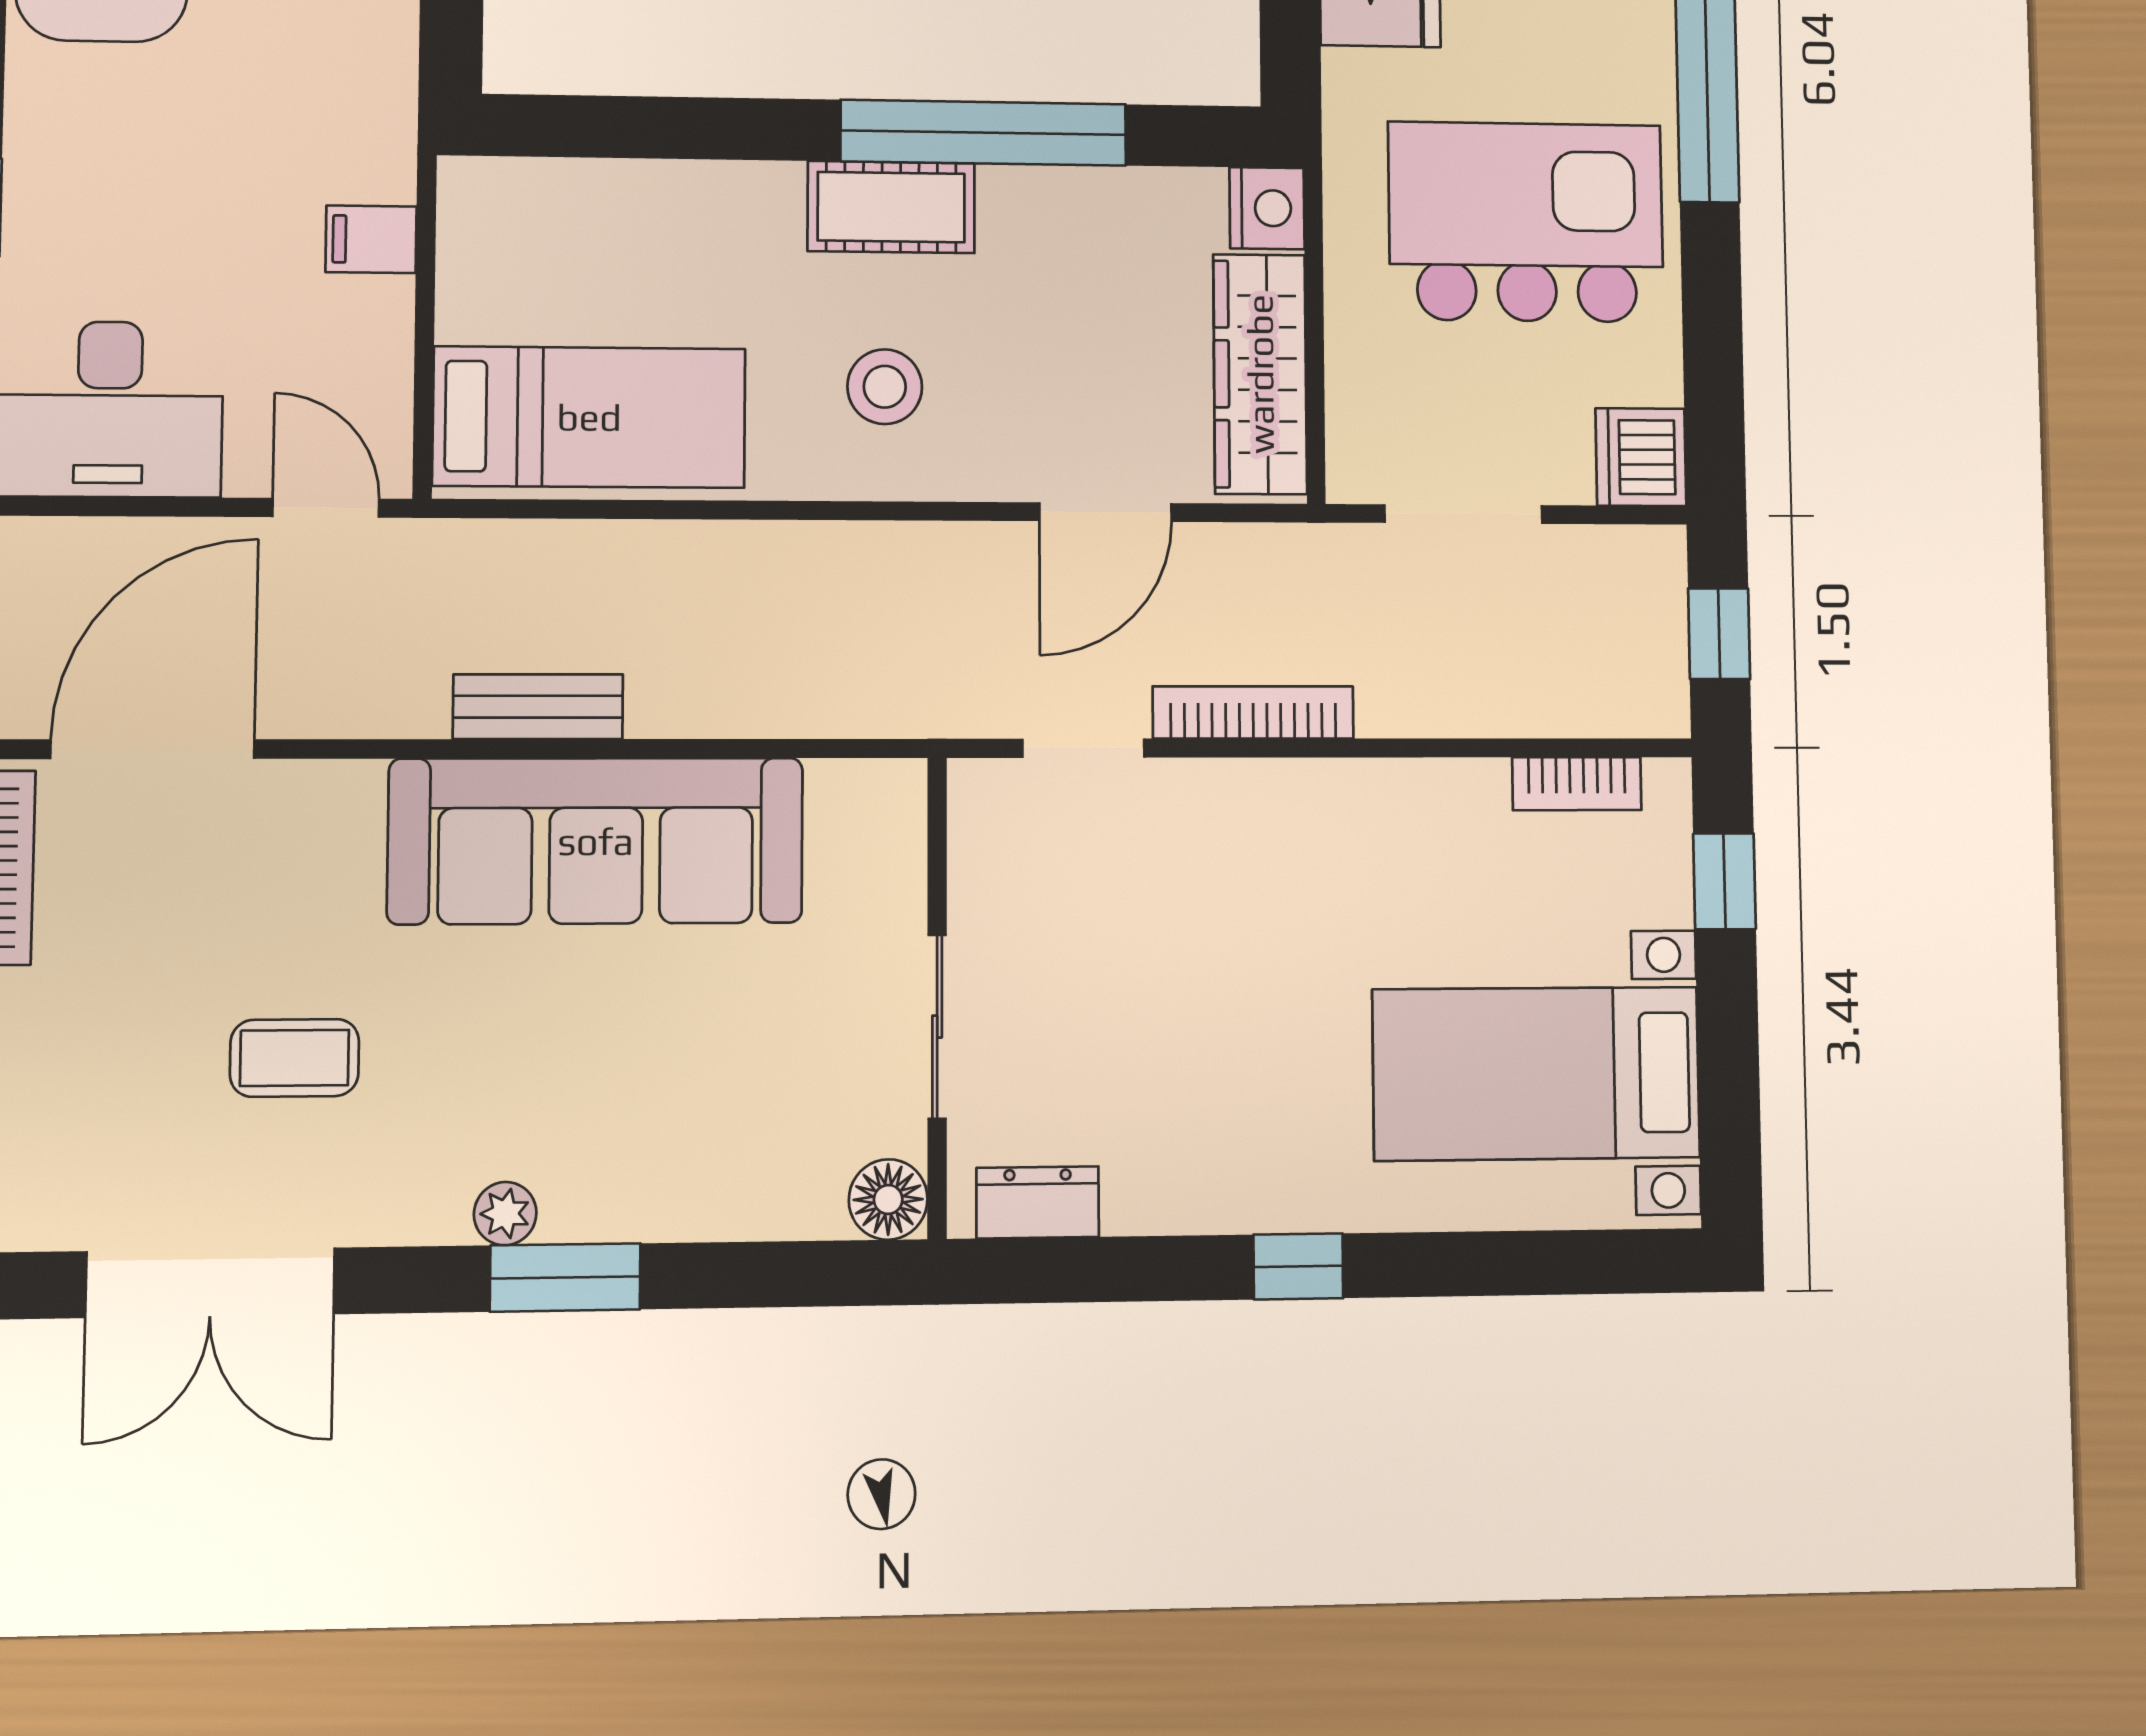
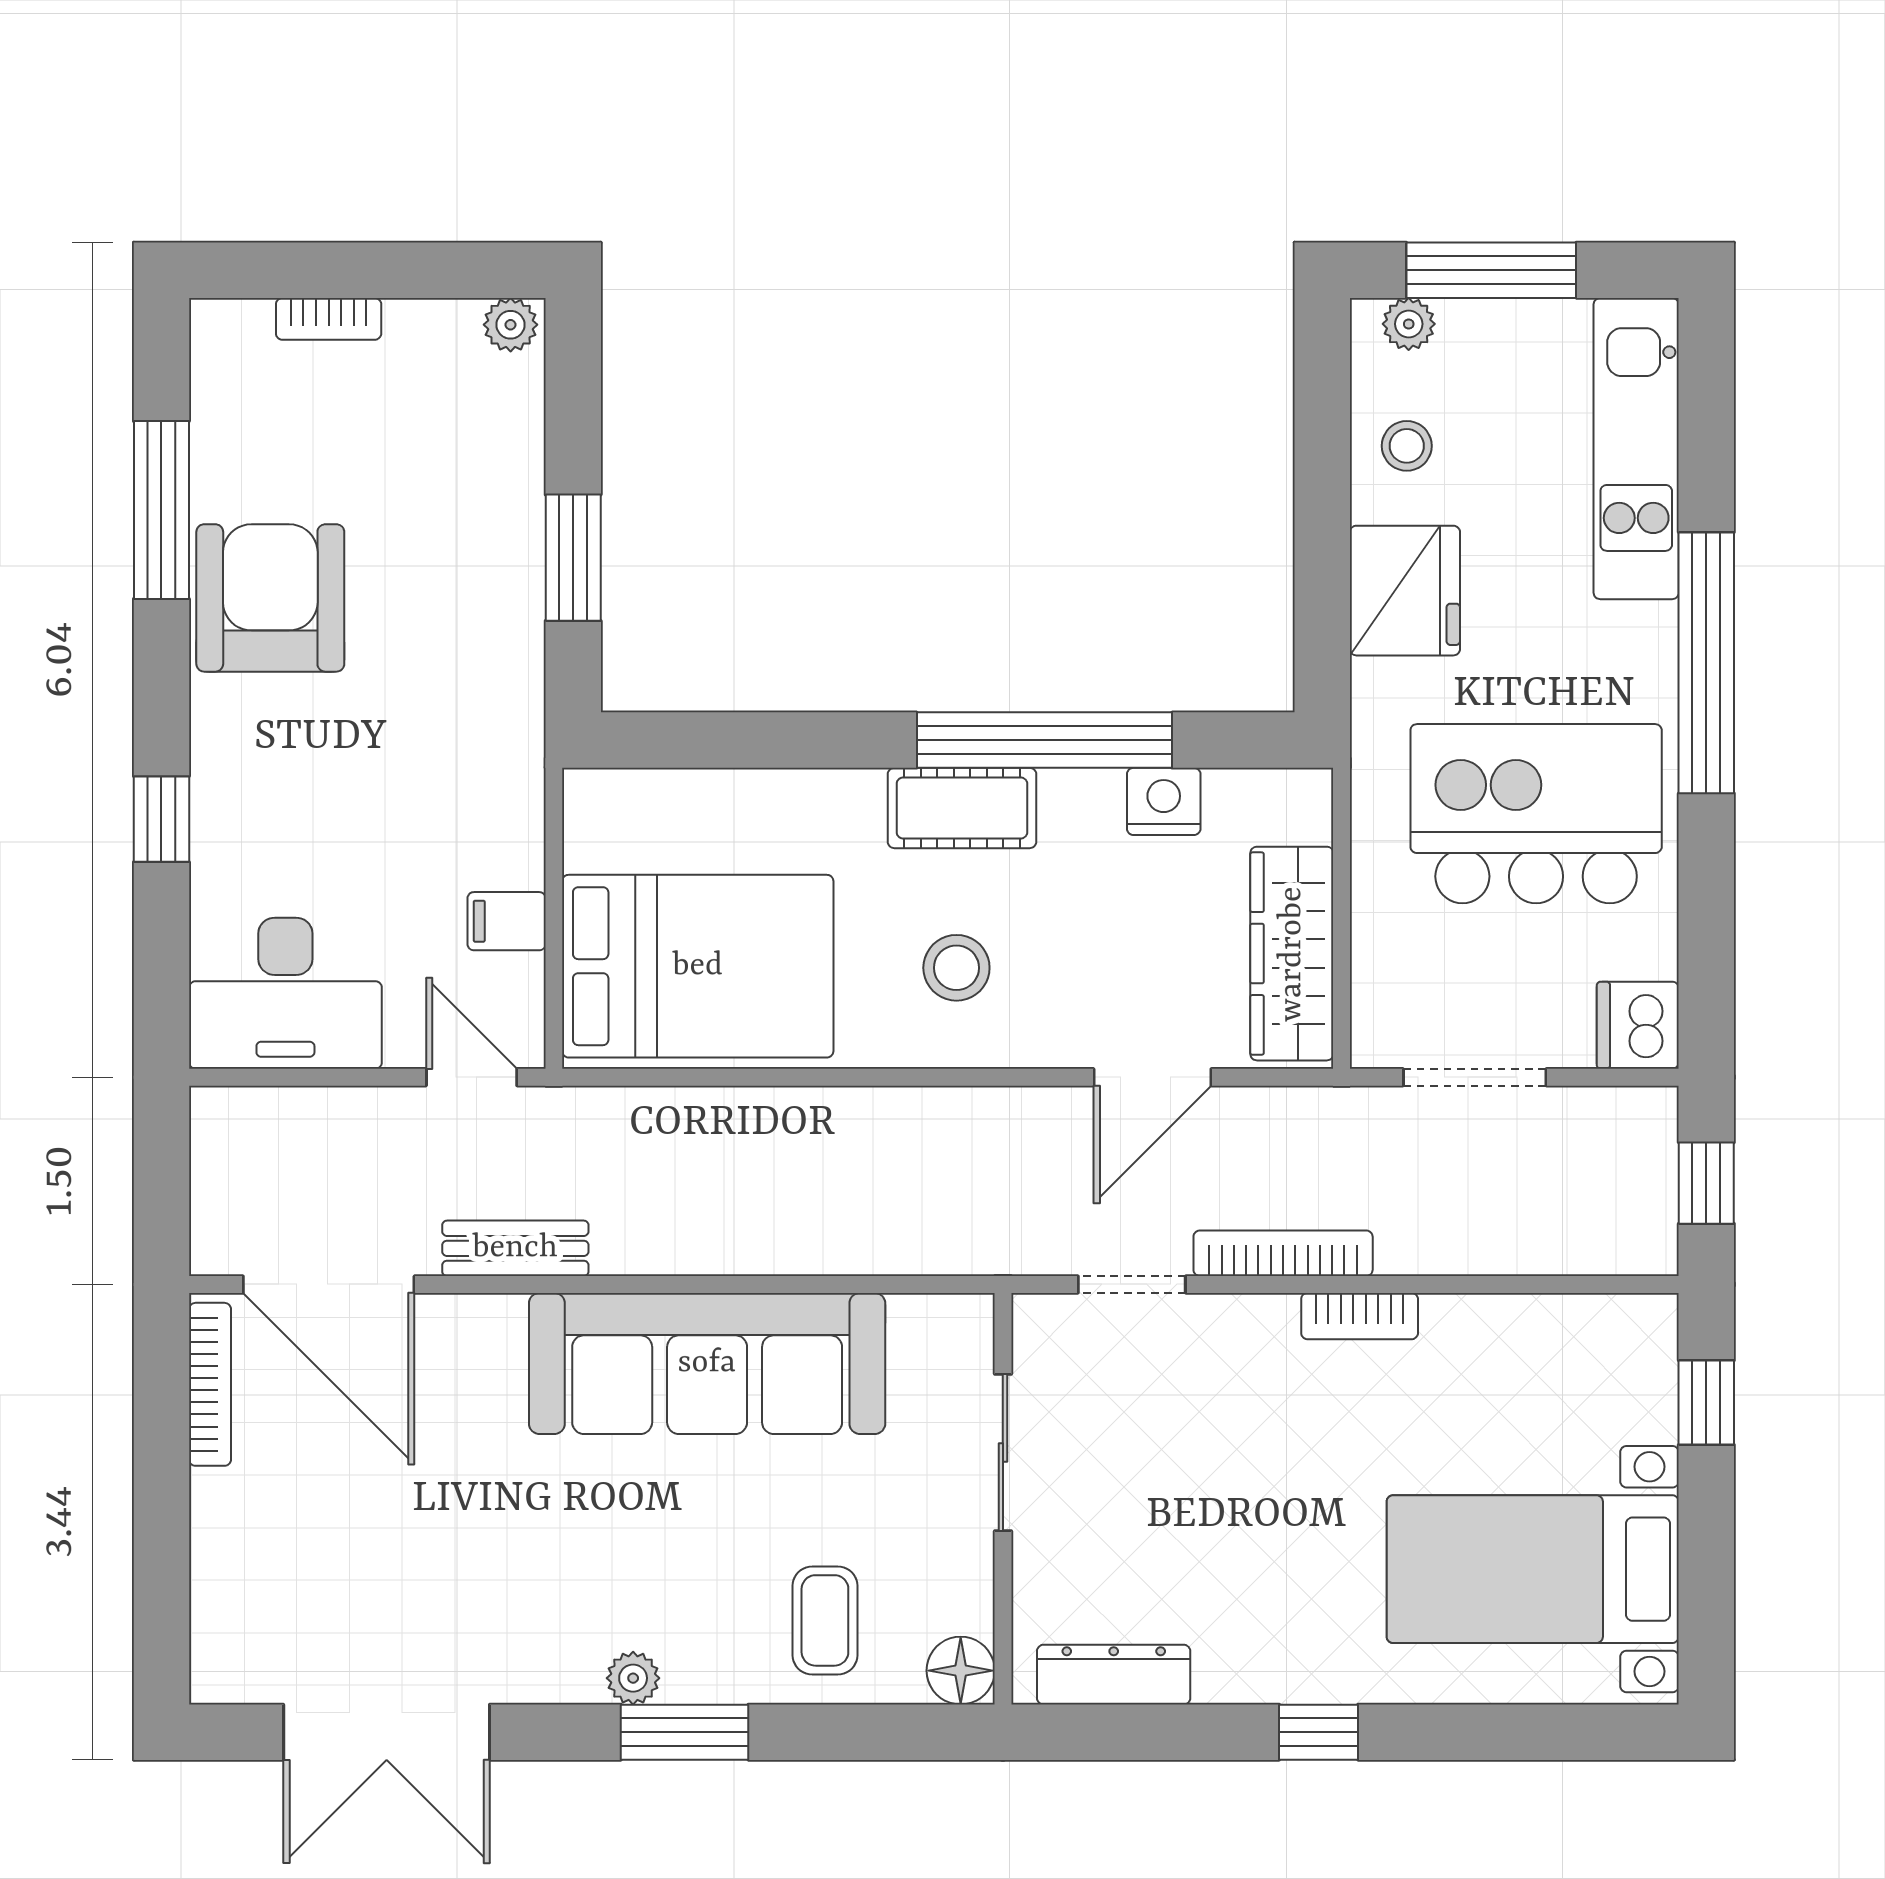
nightstand: (1267, 208) -> (1164, 801), moved, turned -90
filing cabinet: (371, 239) -> (507, 921), moved
bed: (589, 417) -> (698, 966), width x1.50
bench: (538, 707) -> (515, 1248), moved
door: (153, 749) -> (329, 1284), swing flipped
bookcase: (1577, 784) -> (1360, 1316), moved
sliding door: (937, 1027) -> (1003, 1453), moved
coffee table: (295, 1058) -> (825, 1620), moved, turned 90
dresser: (1038, 1202) -> (1114, 1675), width x1.44

